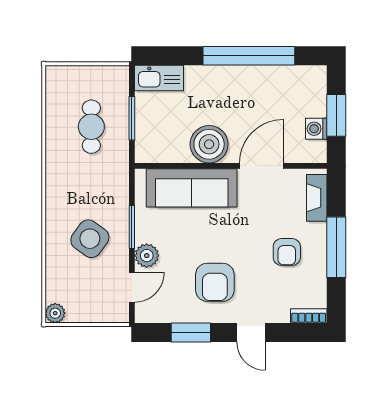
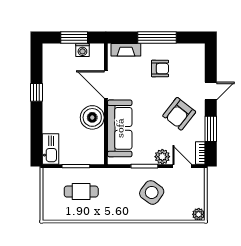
window: (249, 56) -> (37, 92), width x0.32
armchair: (215, 282) -> (179, 114), turned 128
bookcase: (309, 316) -> (200, 153), moved

